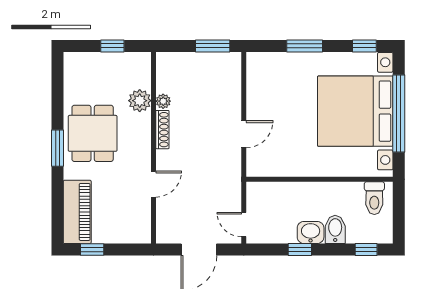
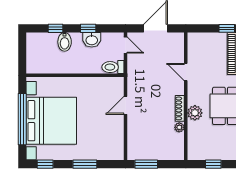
plant: (140, 101) -> (195, 113), moved
door: (153, 184) -> (186, 72), hinge flipped
toilet: (374, 198) -> (113, 67), moved, turned -90
washbasin: (311, 232) -> (92, 40), moved
window: (366, 250) -> (55, 28), moved

